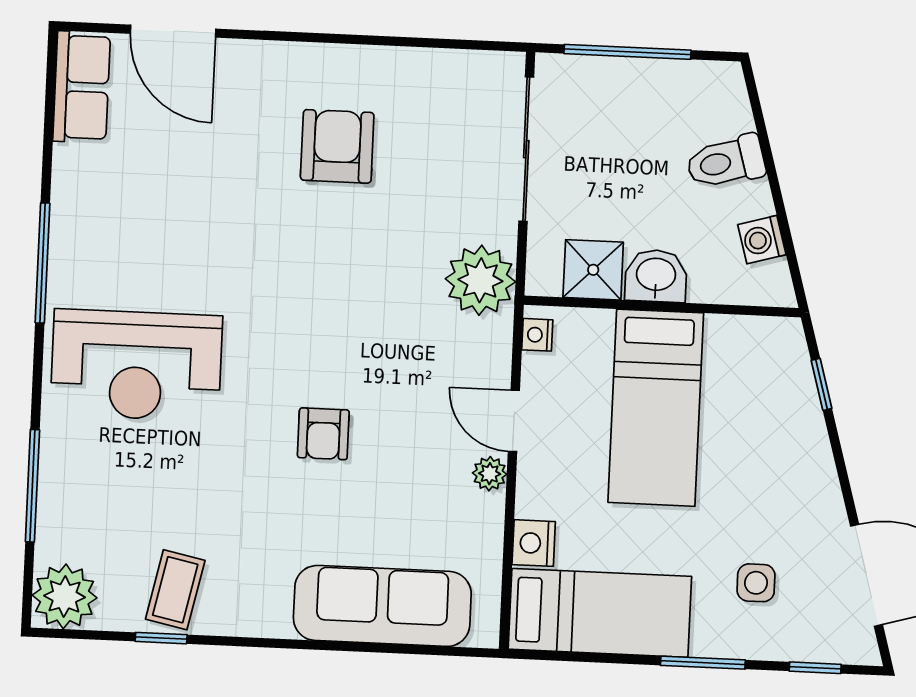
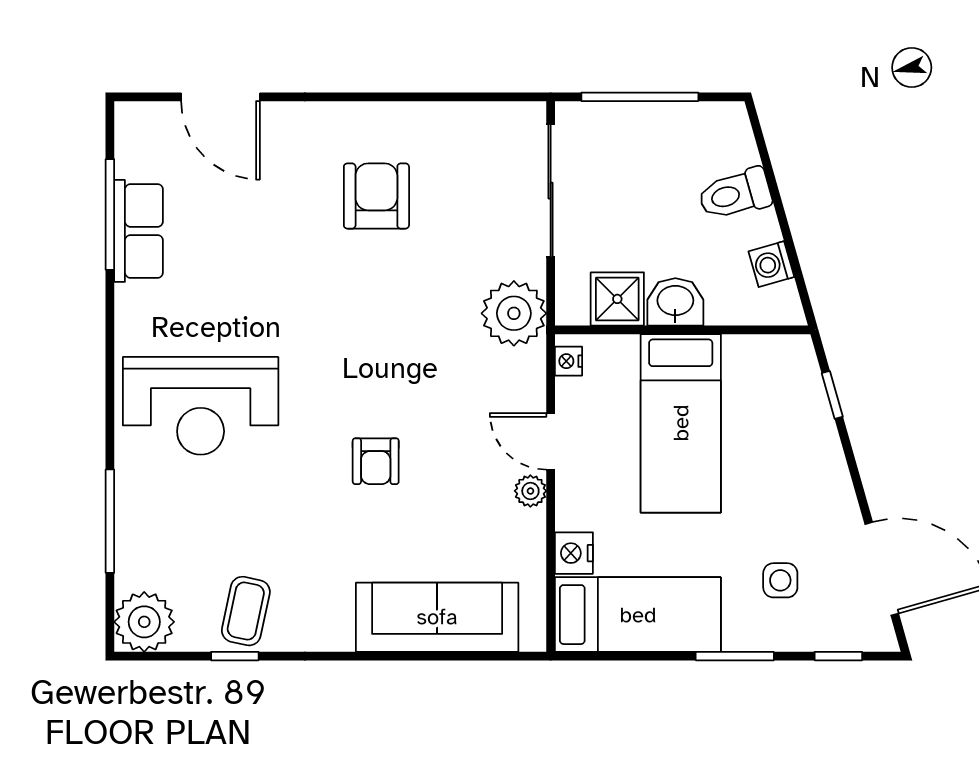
row of seats: (82, 87) -> (139, 231), moved
window: (43, 263) -> (110, 214), moved

